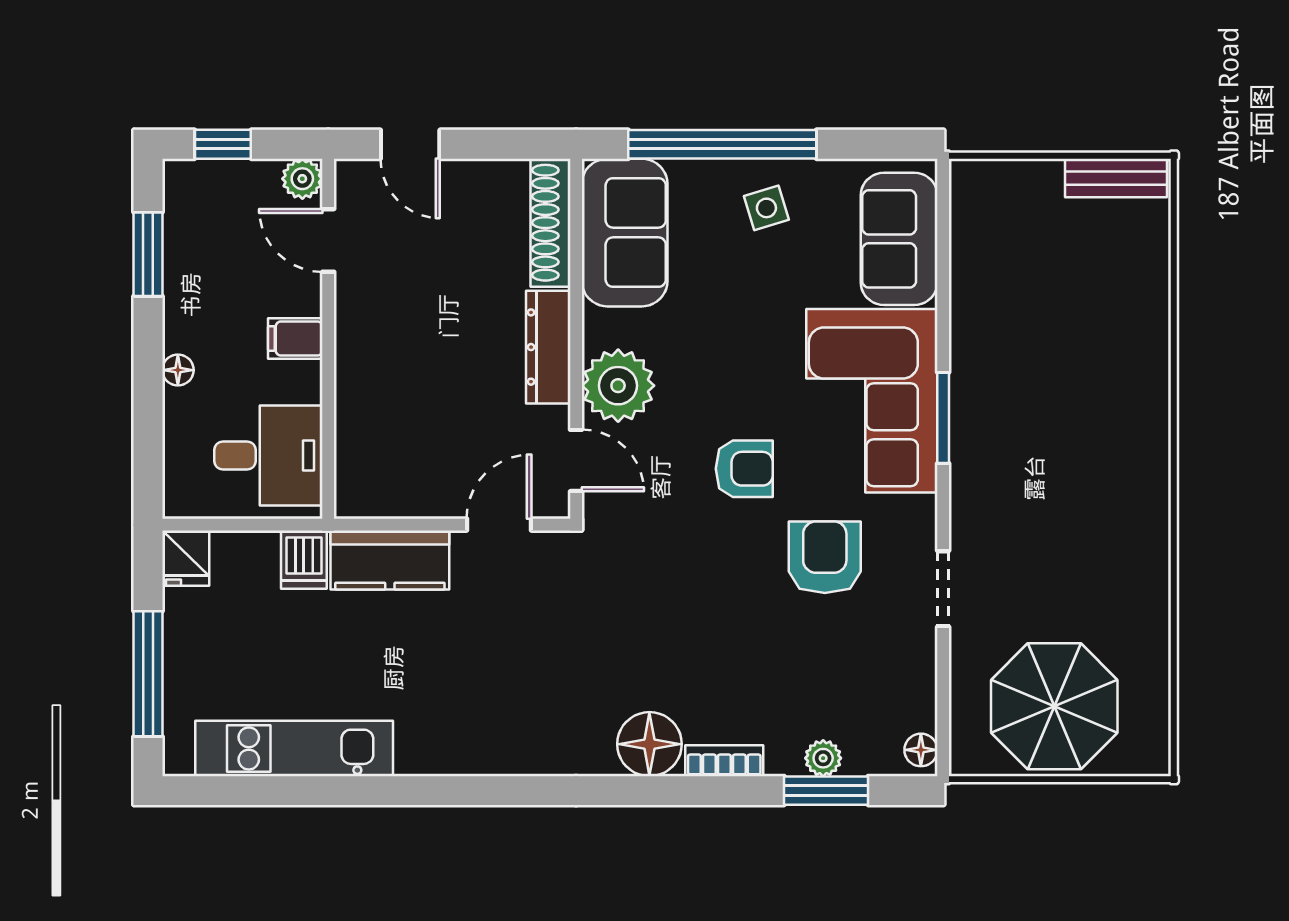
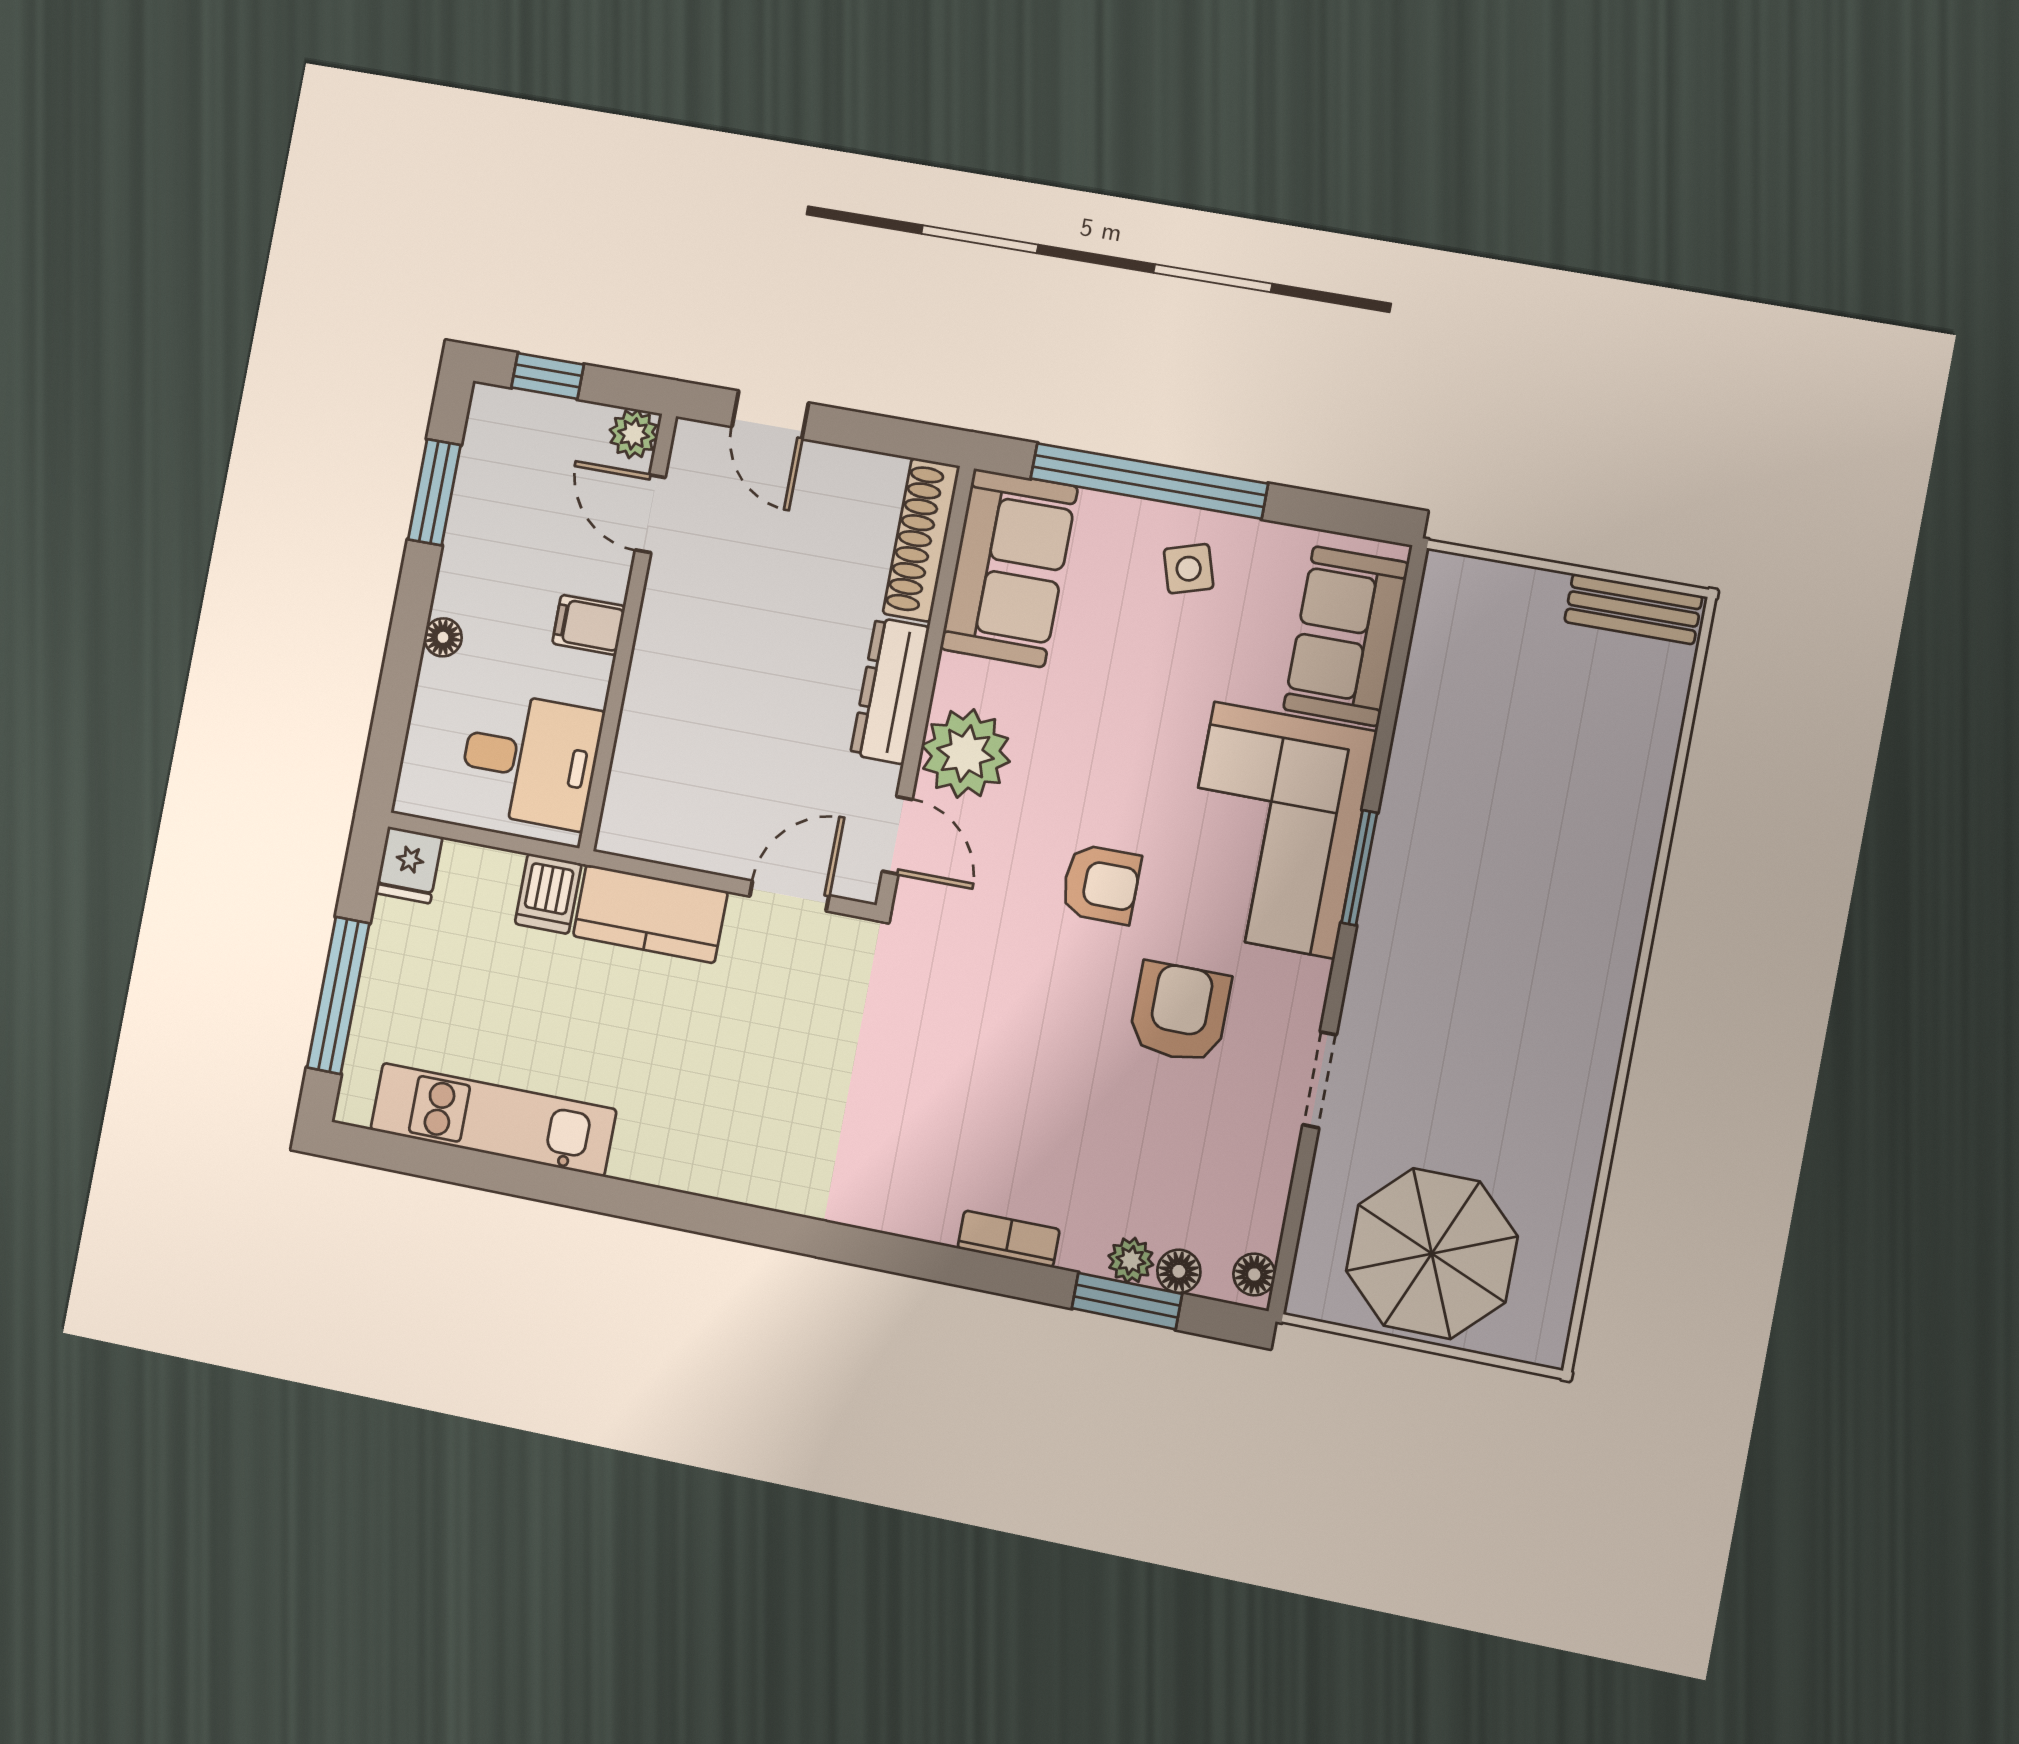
floor lamp: (649, 744) -> (1179, 1271), moved, width x0.53, depth x0.53

